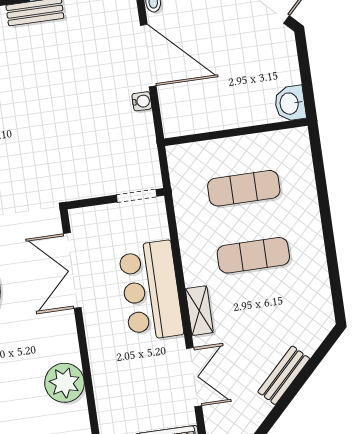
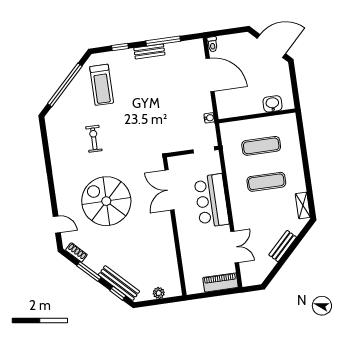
water cooler: (142, 101) -> (209, 118), moved
washbasin: (290, 103) -> (272, 104), moved, turned 90
shelving: (199, 311) -> (303, 206), moved
plant: (64, 383) -> (165, 250), removed

